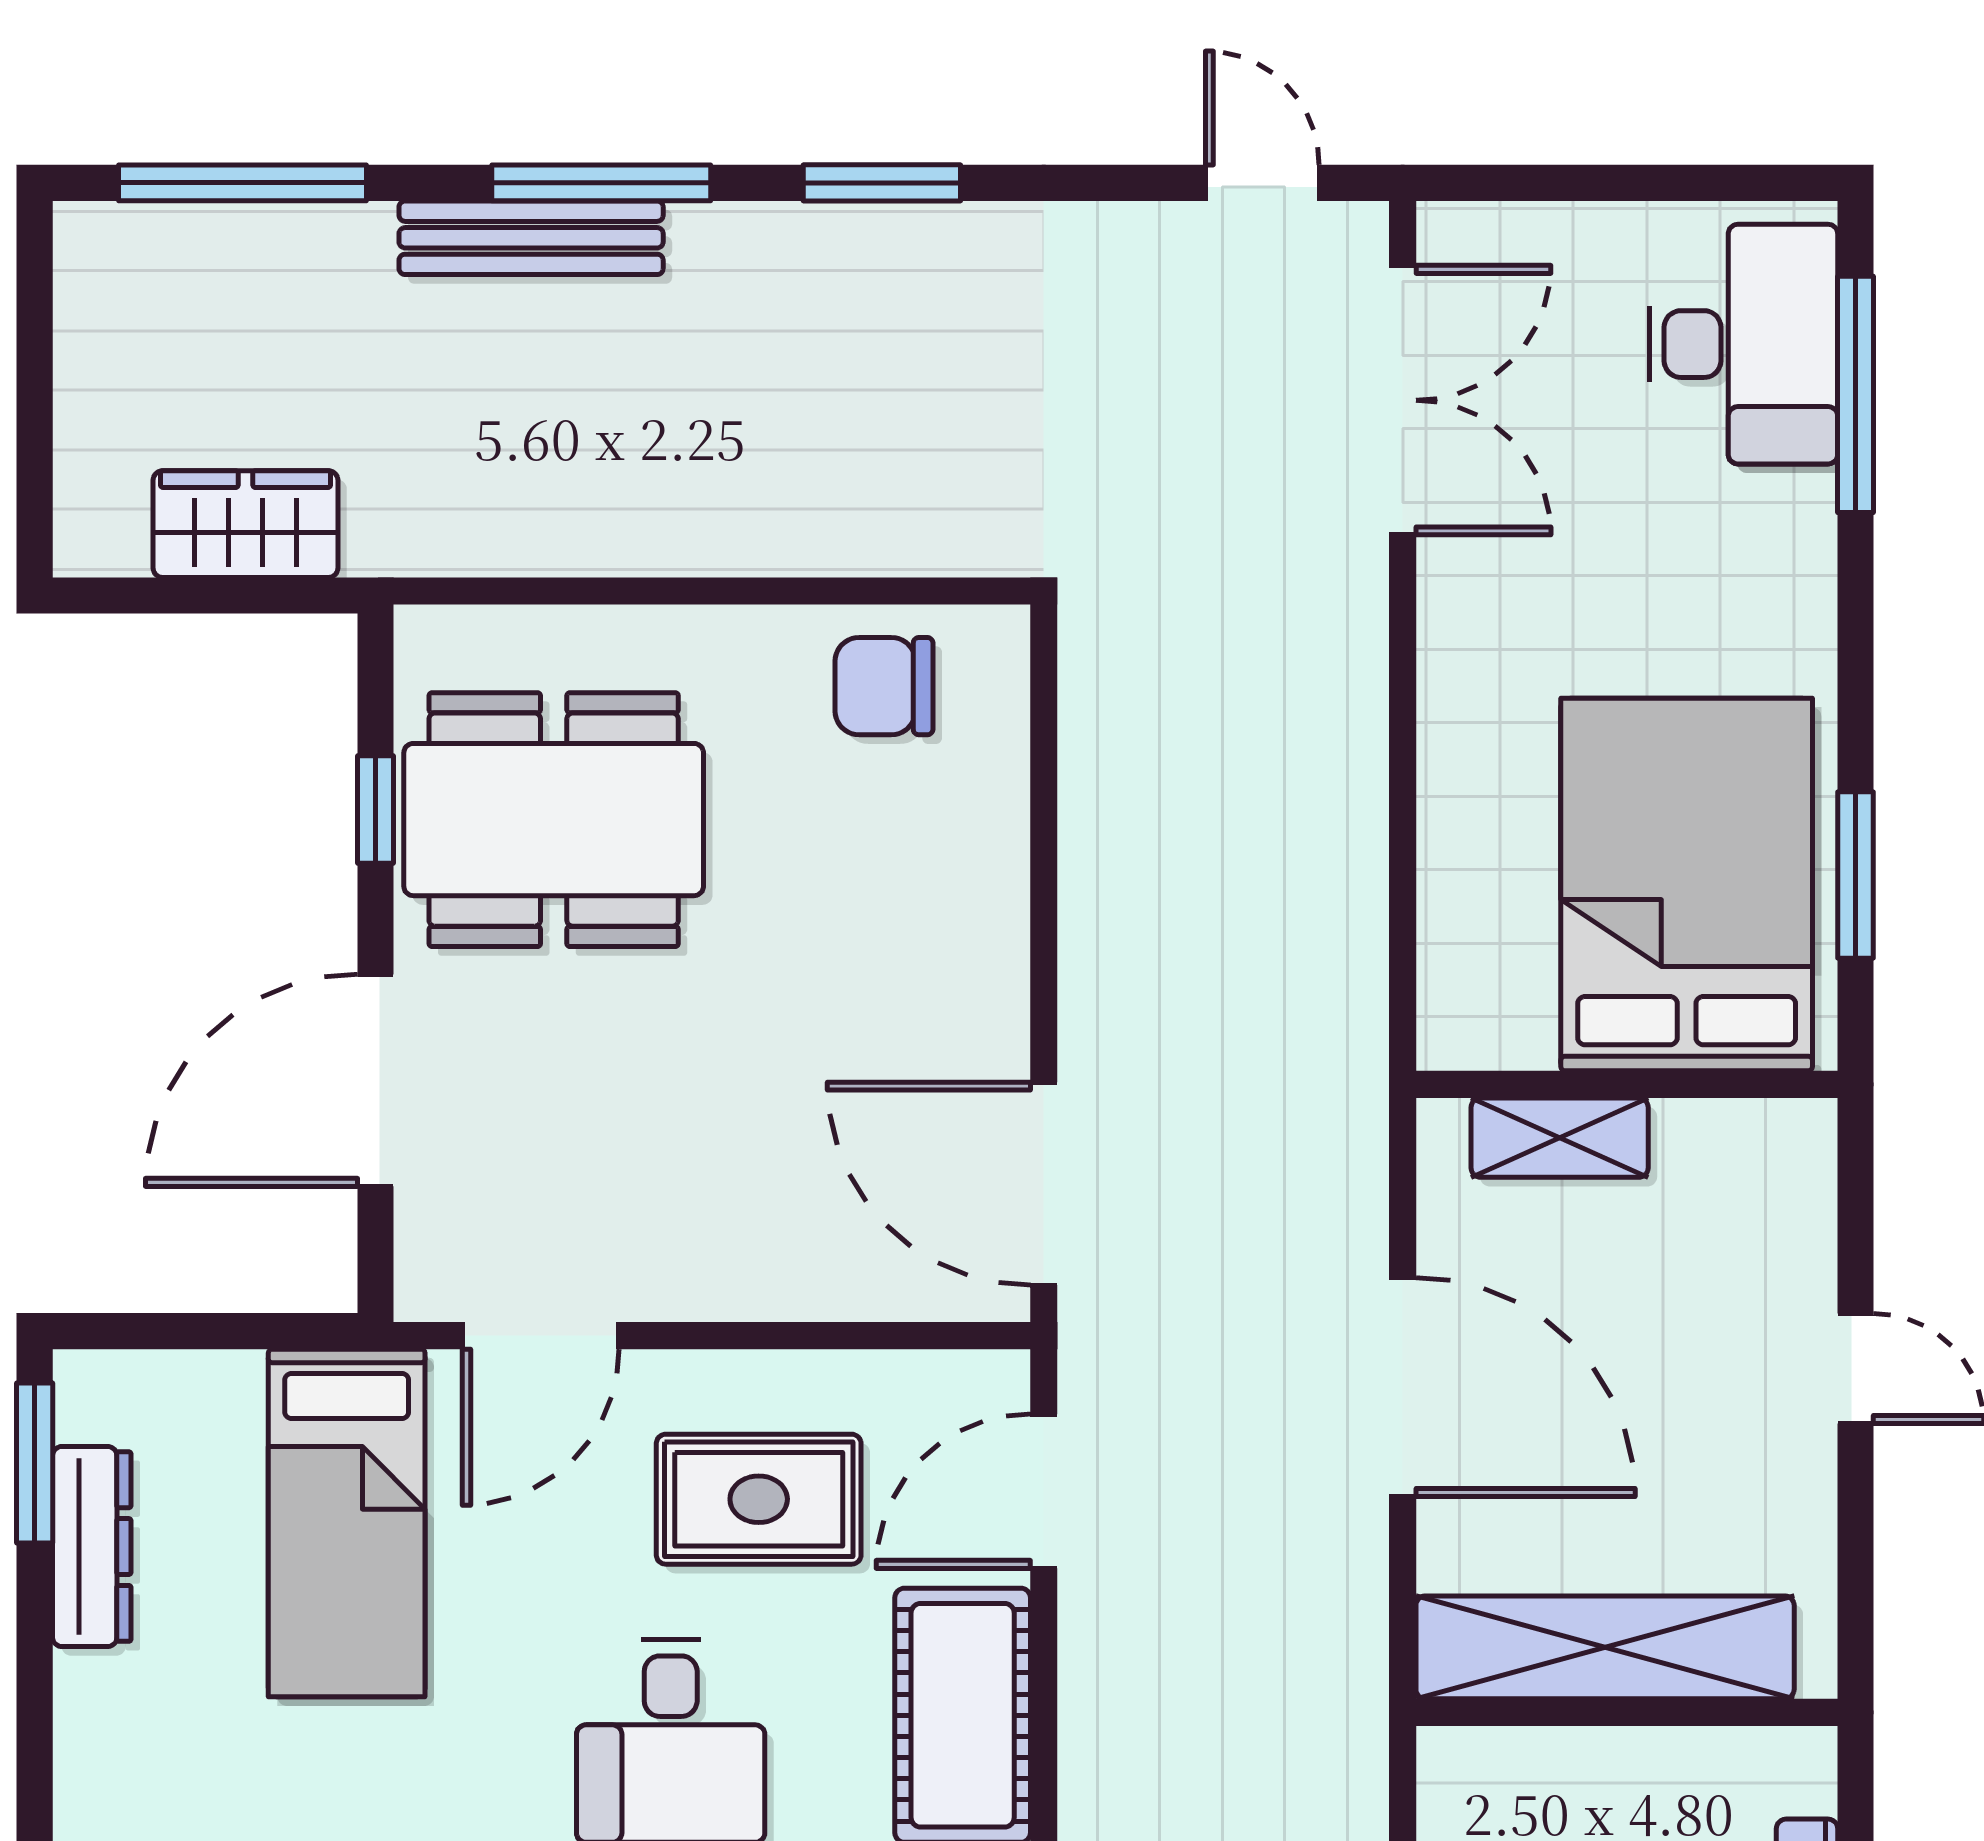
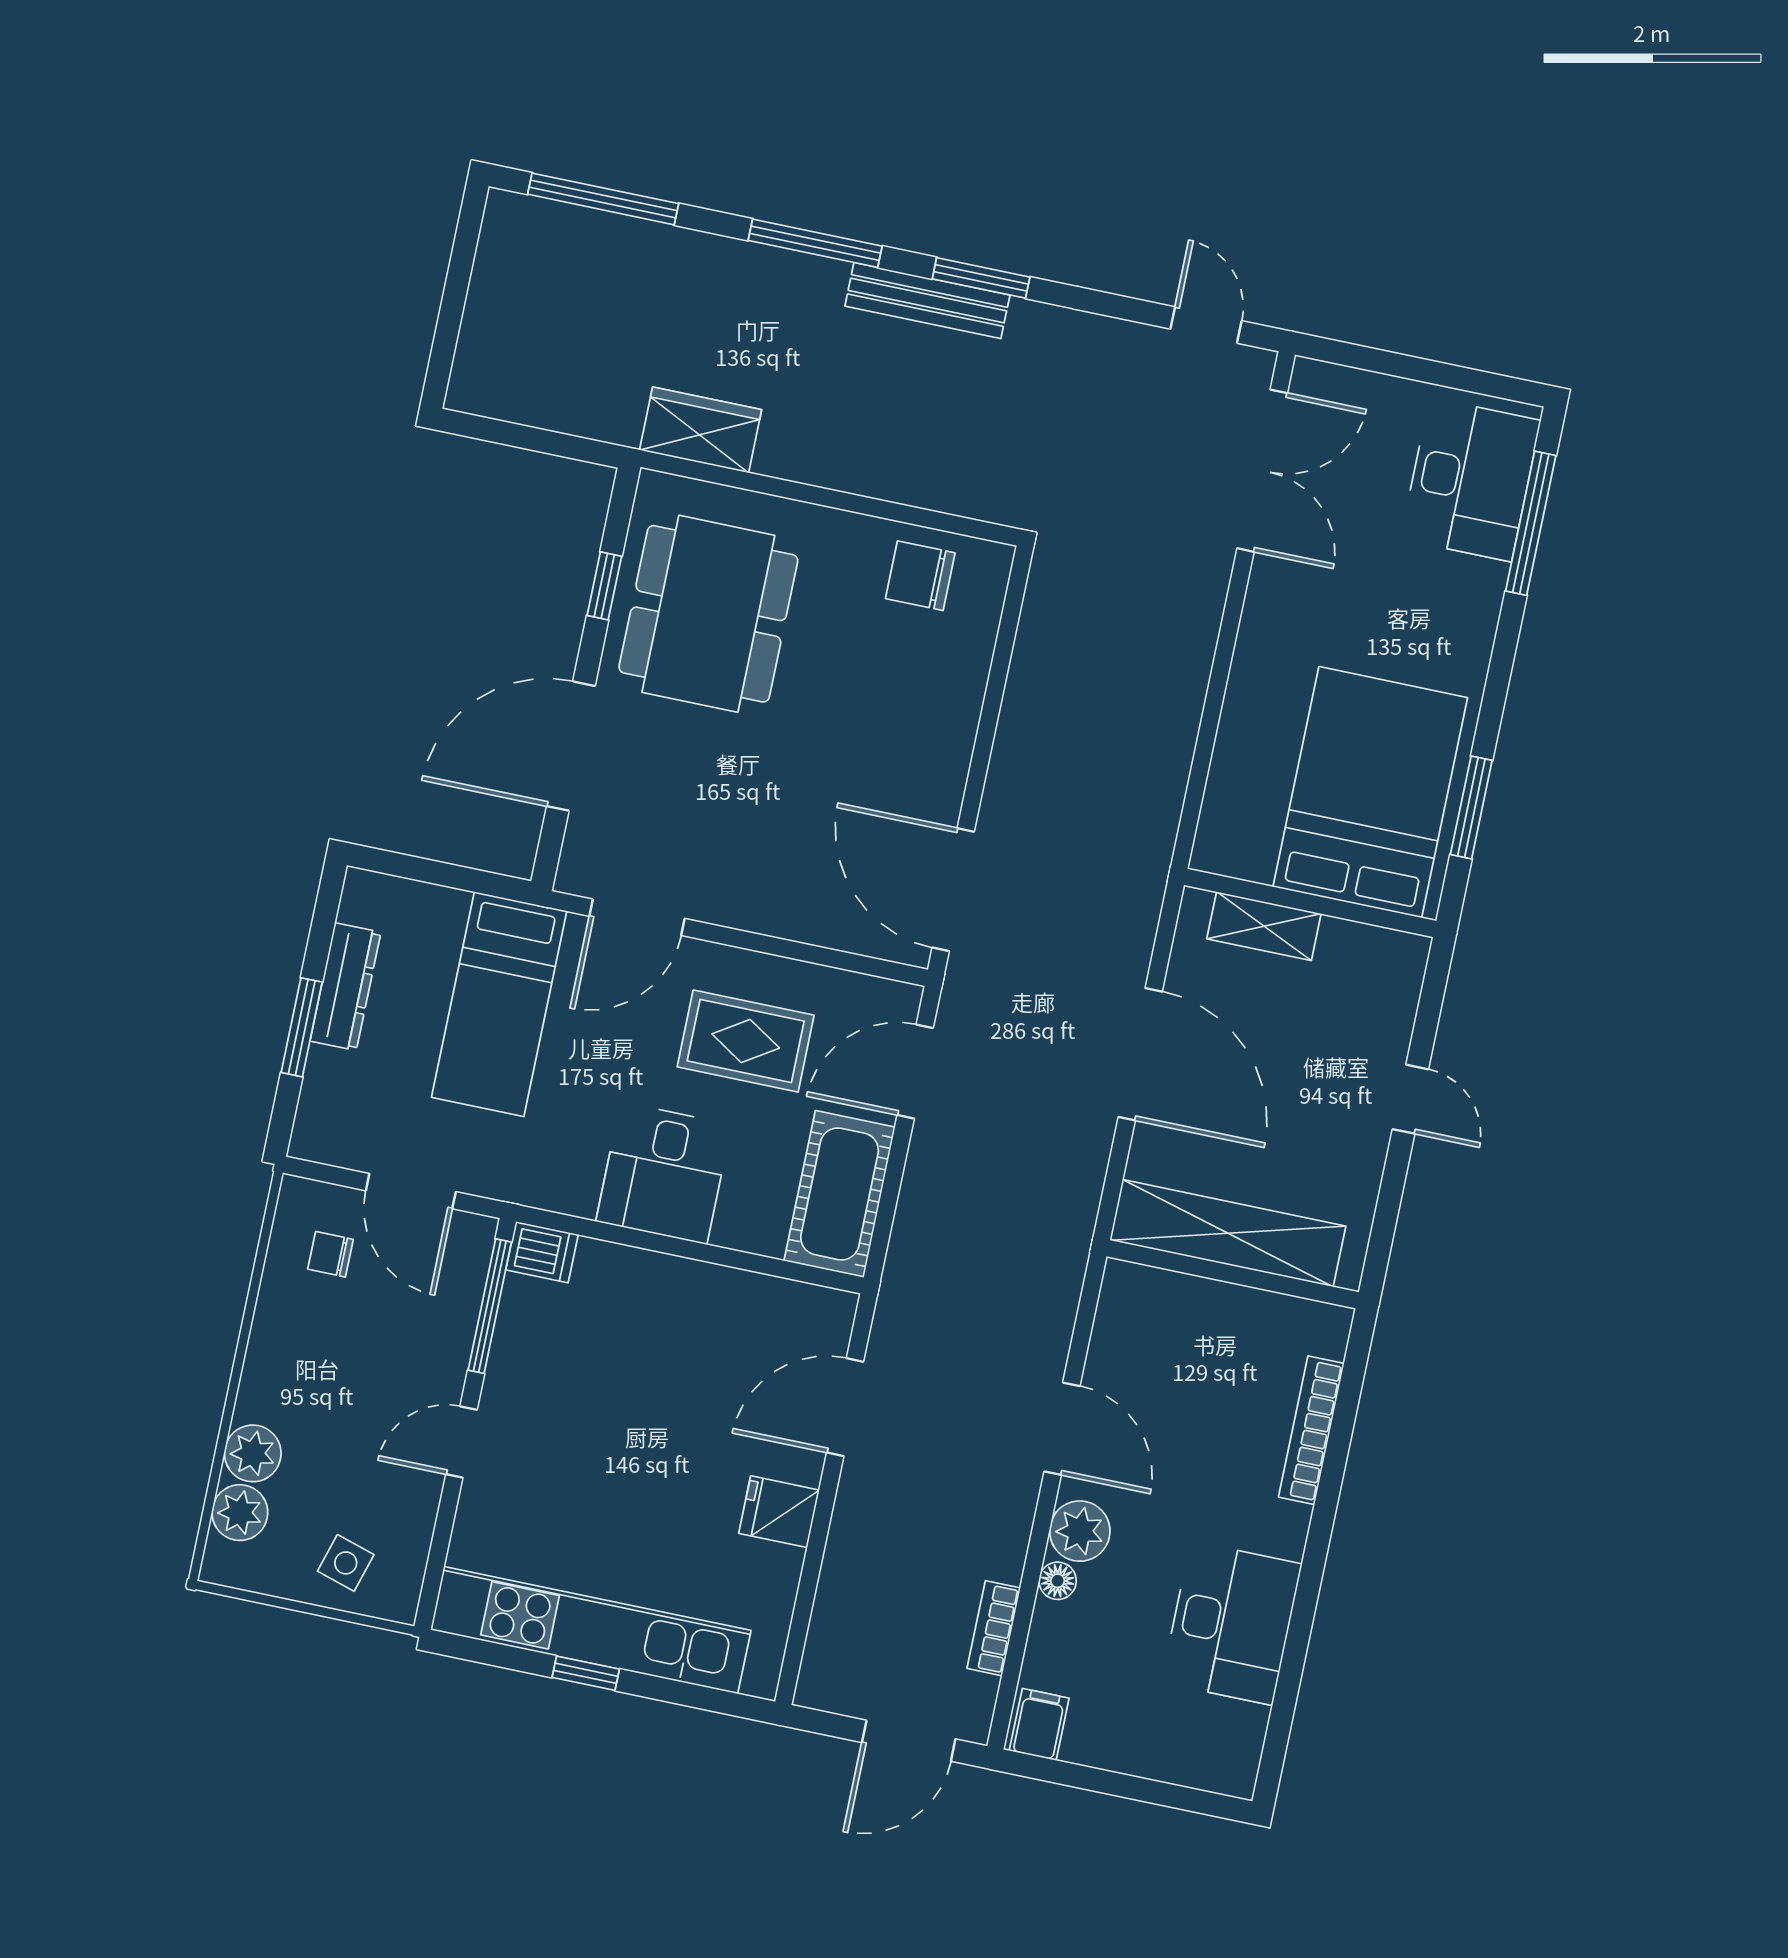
bench: (531, 238) -> (927, 301), moved
wardrobe: (246, 524) -> (701, 430), moved
dining table: (554, 820) -> (708, 614), turned 90
window: (35, 1463) -> (302, 1027), moved

